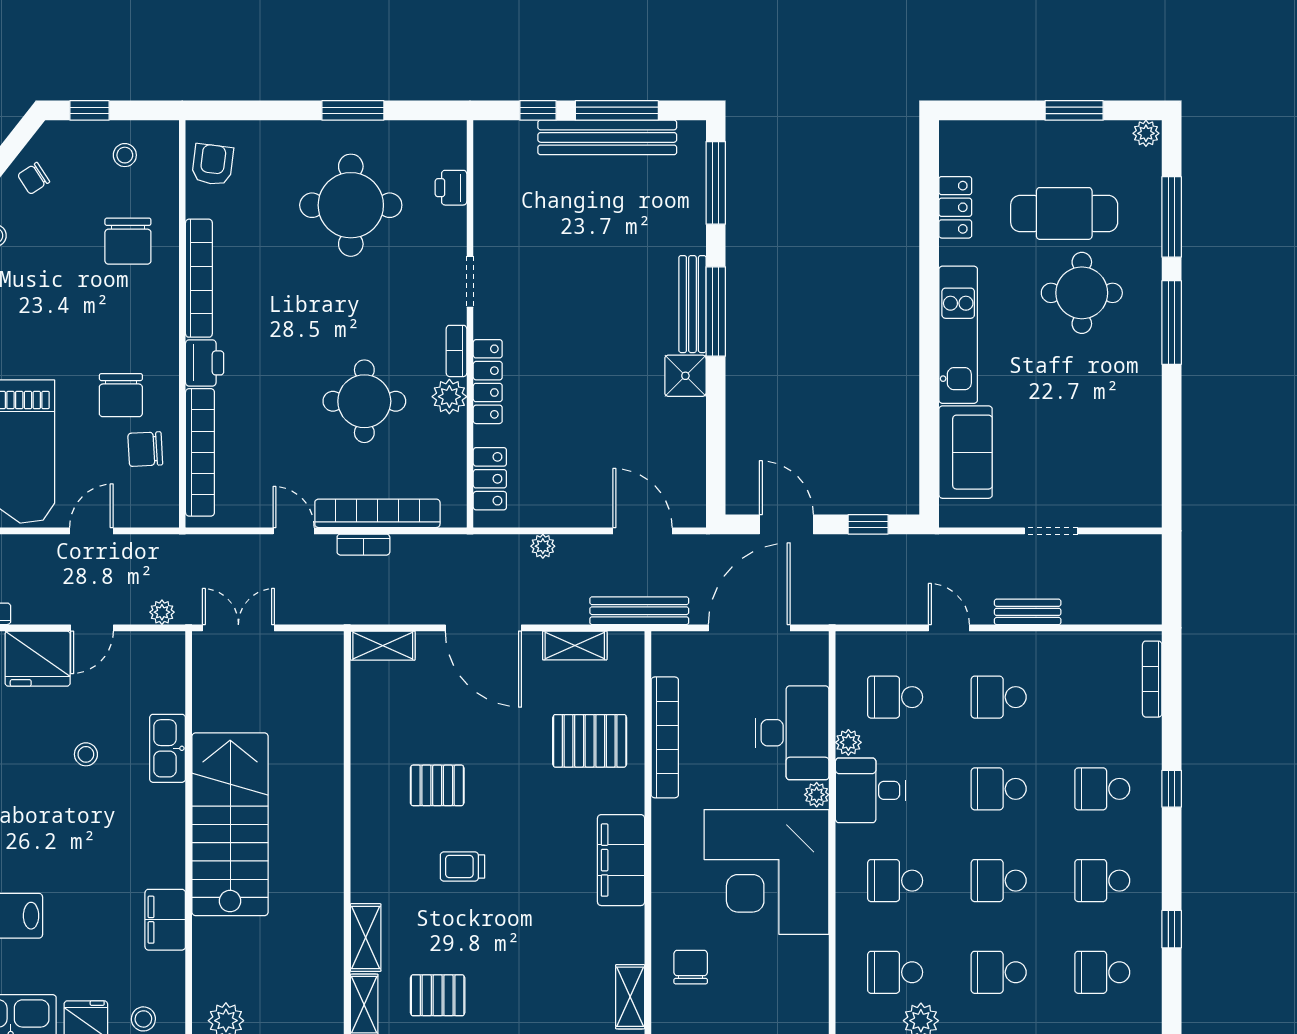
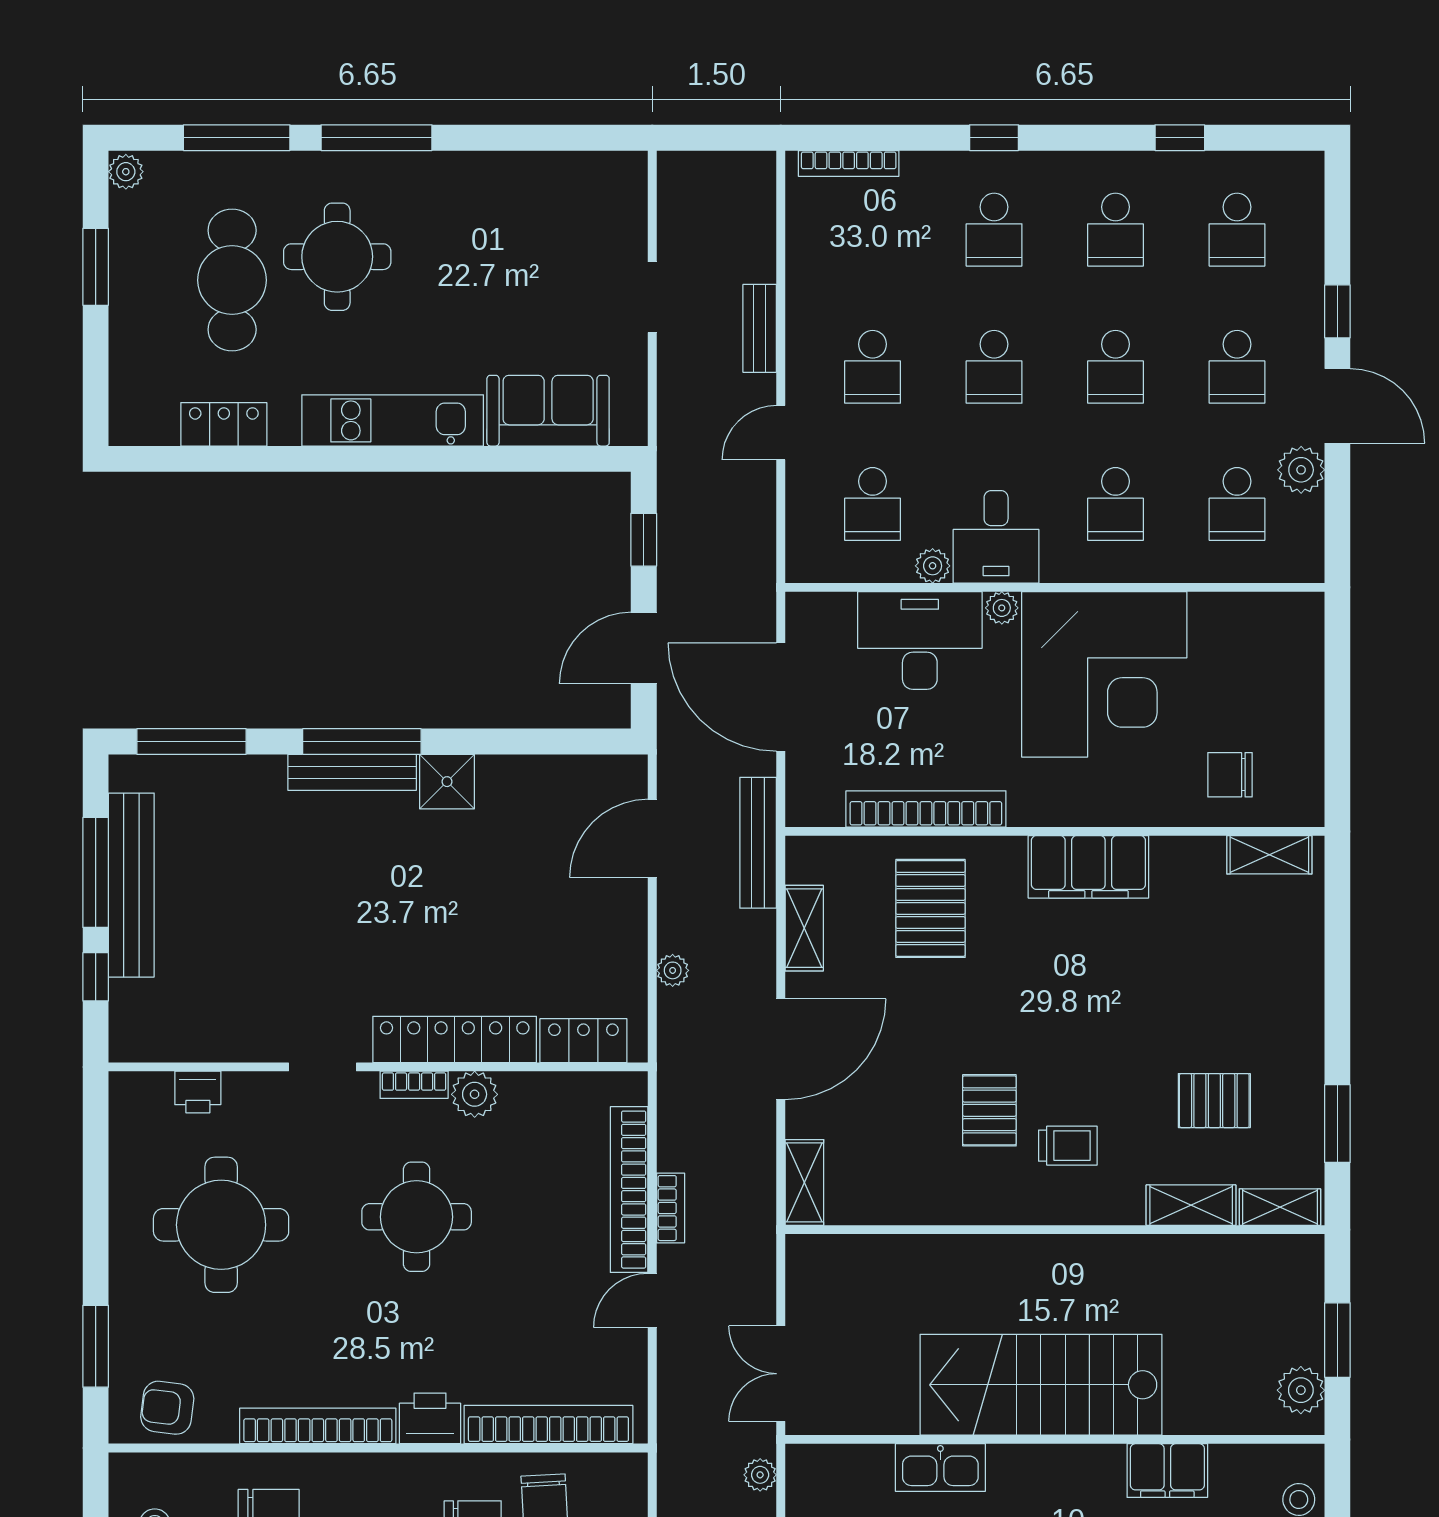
window: (353, 110) -> (96, 1346), moved
locker: (488, 382) -> (455, 1039), width x1.41, depth x1.21
round table: (364, 401) -> (417, 1217), moved
trolley: (462, 866) -> (1068, 1146), moved, turned -90
pallet: (438, 995) -> (1214, 1101), moved, turned 90

